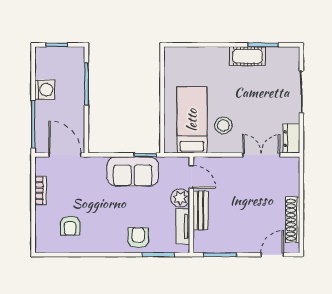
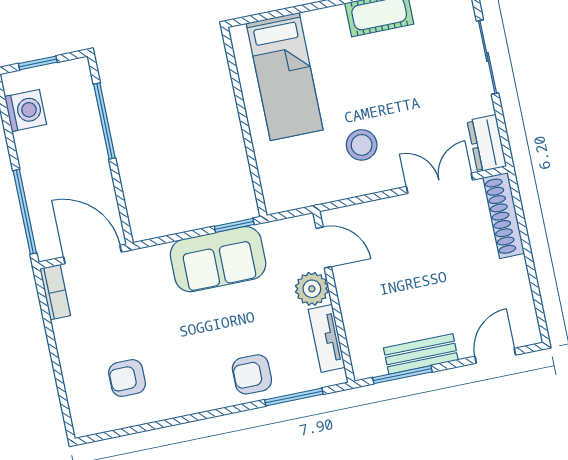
washing machine: (45, 90) -> (25, 110), moved
bed: (192, 120) -> (285, 77), moved, turned 180
bookcase: (41, 190) -> (55, 292), moved
bench: (201, 210) -> (421, 354), moved, turned 90
shoe rack: (293, 220) -> (504, 216), moved
armchair: (70, 226) -> (127, 378), turned 90
armchair: (138, 238) -> (252, 374), turned -90

